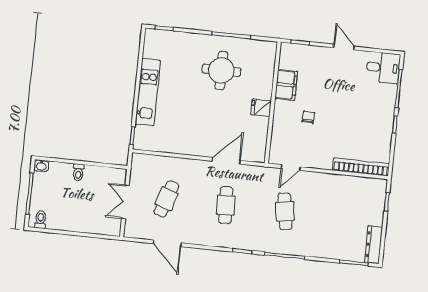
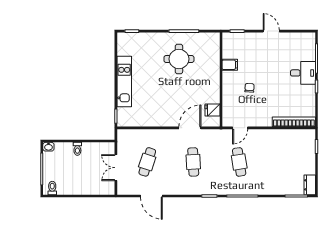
desk: (383, 68) -> (303, 73), moved
filing cabinet: (286, 85) -> (230, 65), width x0.50
fridge: (261, 108) -> (212, 110), moved
dresser: (373, 245) -> (310, 185), width x0.70

